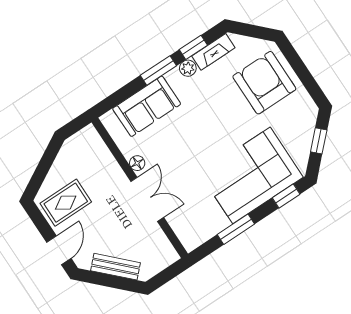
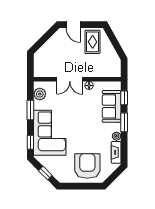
window: (193, 47) -> (124, 98), moved
armchair: (264, 83) -> (87, 166), turned -90
plant: (201, 231) -> (40, 94), added
bench: (115, 267) -> (49, 45), removed

